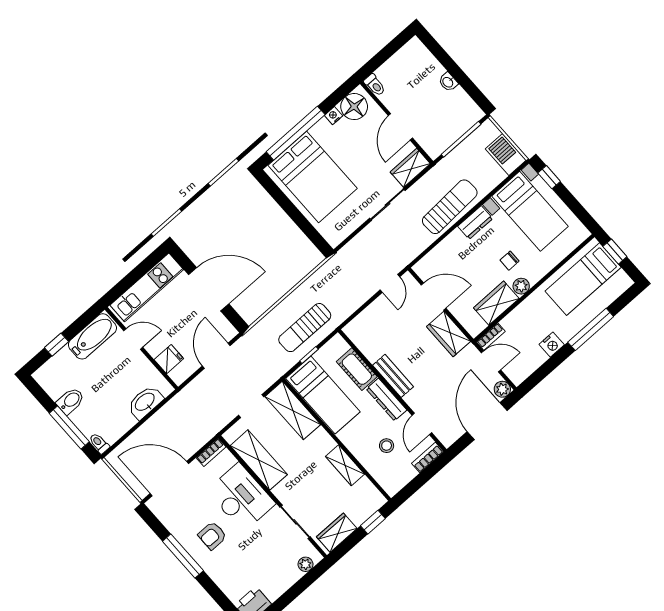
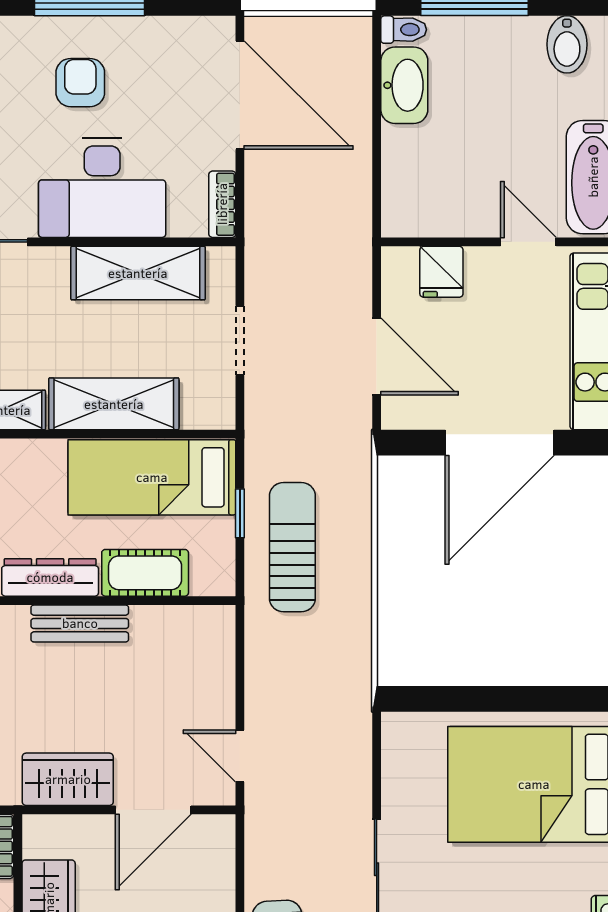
door: (133, 339) -> (528, 242), swing flipped
bidet: (70, 401) -> (567, 44), moved
washbasin: (145, 402) -> (404, 85), moved
shelving: (293, 411) -> (114, 404), moved
door: (169, 479) -> (240, 95), hinge flipped

